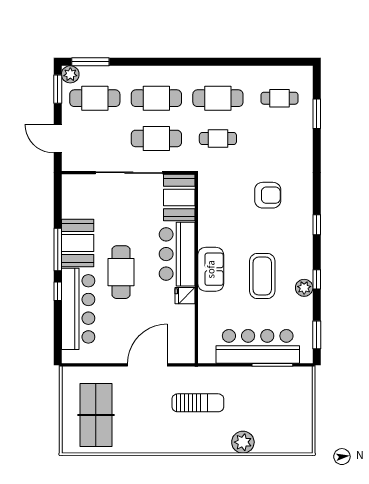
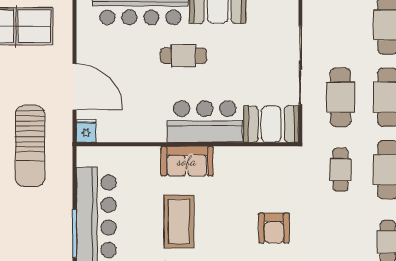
cafe table: (121, 272) -> (183, 56), width x0.73, depth x0.74
coffee table: (262, 276) -> (179, 222), turned 90
fridge: (185, 296) -> (86, 131), moved
sun lounger: (198, 403) -> (30, 146), width x1.36, depth x1.34

